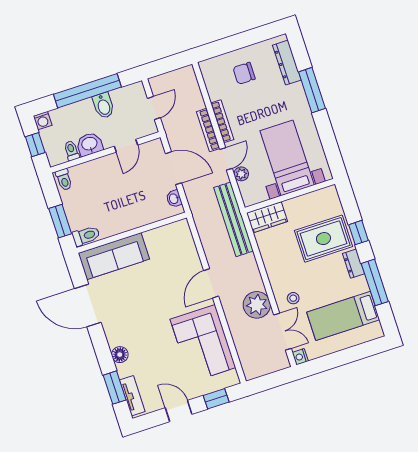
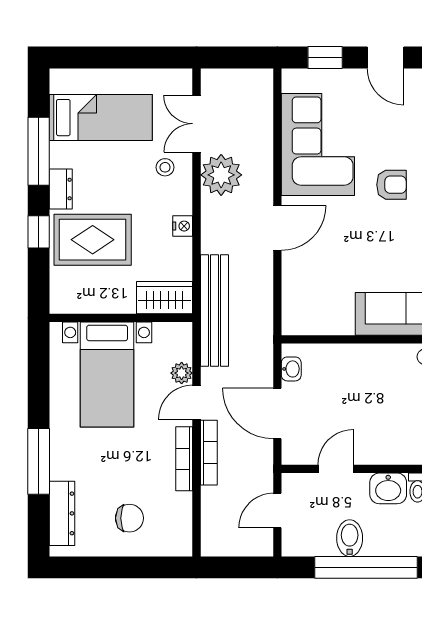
armchair: (149, 333) -> (391, 185), added
nightstand: (300, 357) -> (183, 226), moved

